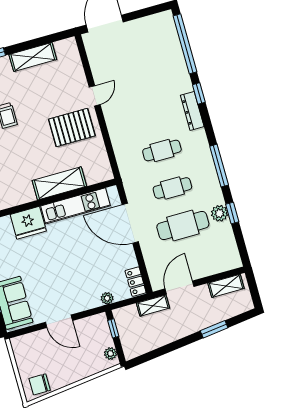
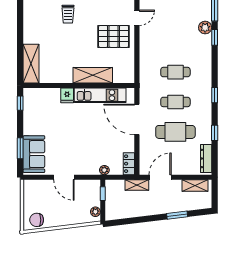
dresser: (192, 111) -> (206, 158), moved
window: (219, 166) -> (215, 95), width x0.46
plant: (220, 213) -> (205, 28), moved
fridge: (28, 223) -> (67, 95), width x0.53, depth x0.75

